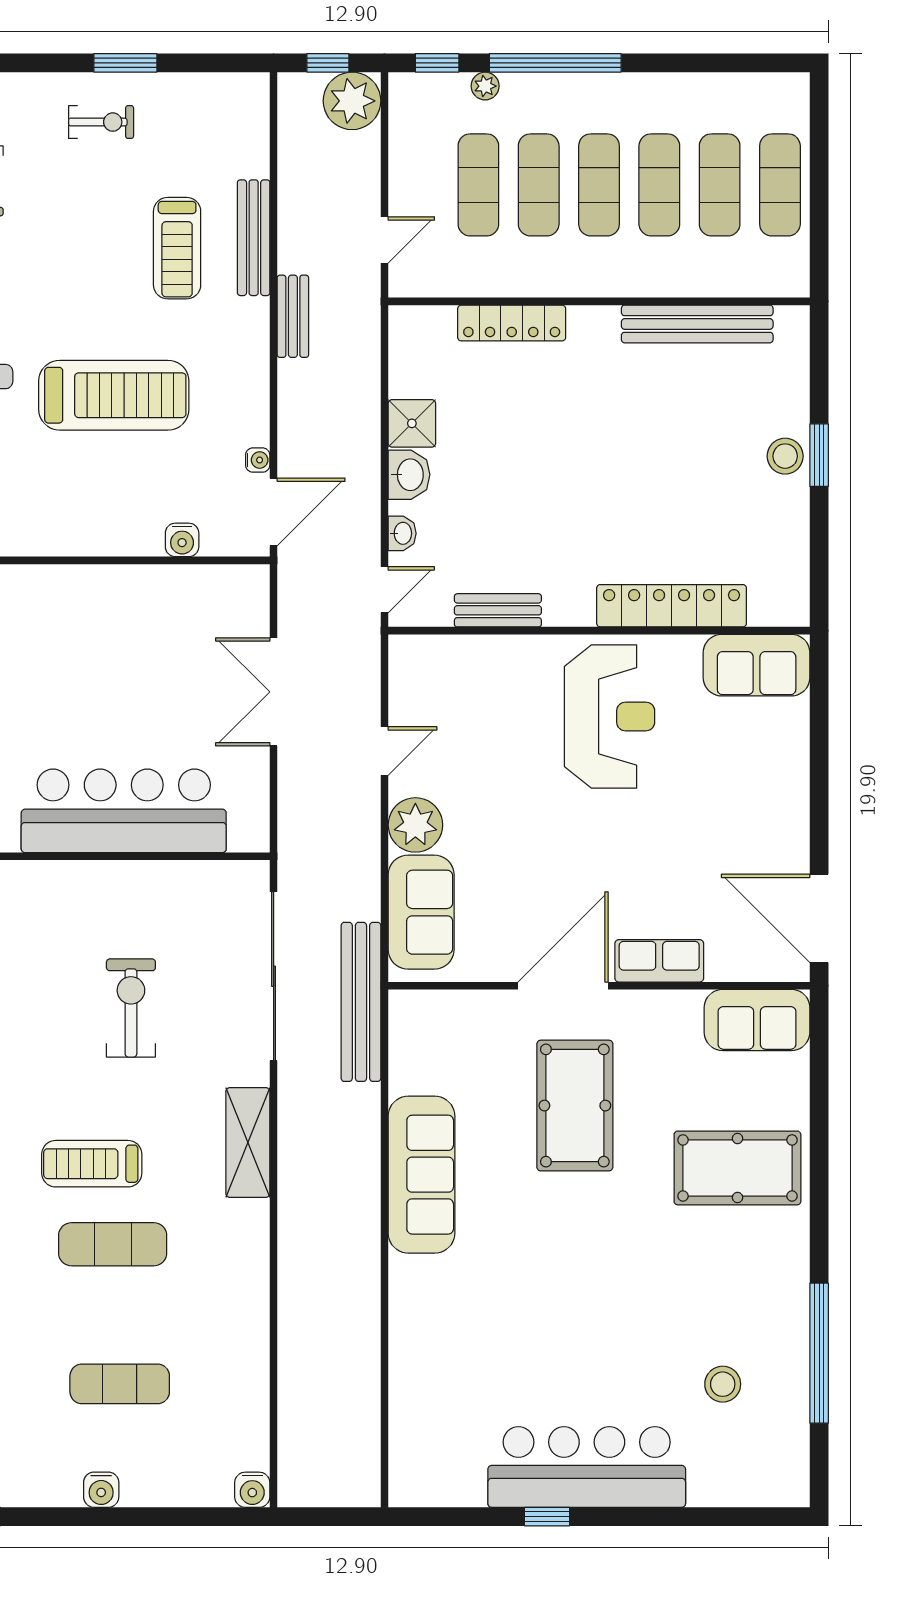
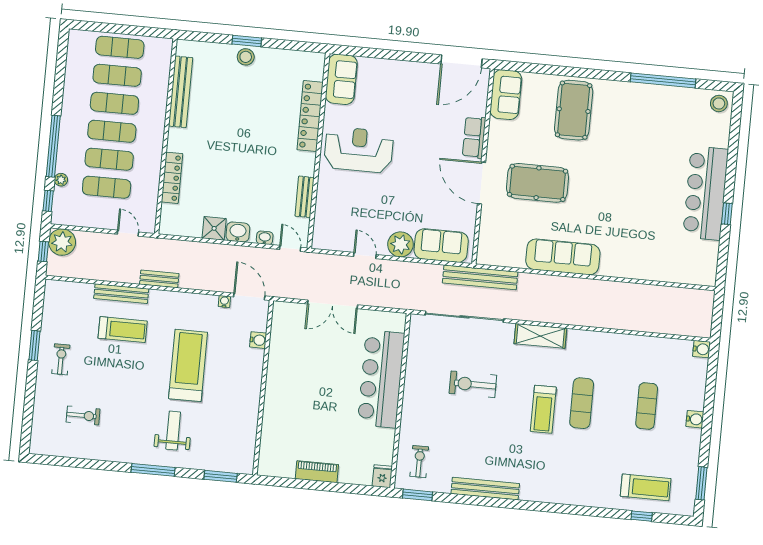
stool: (723, 1384) -> (719, 103), moved

